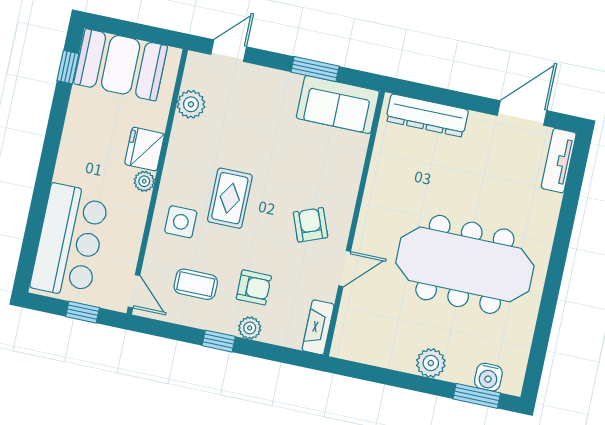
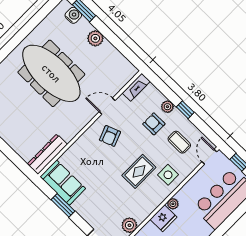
dresser: (427, 115) -> (47, 154), moved, turned -90

